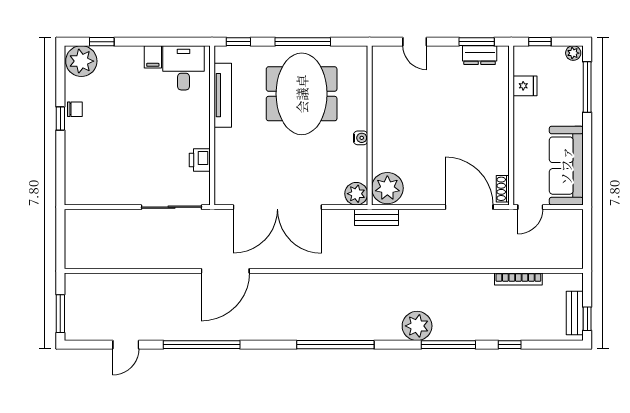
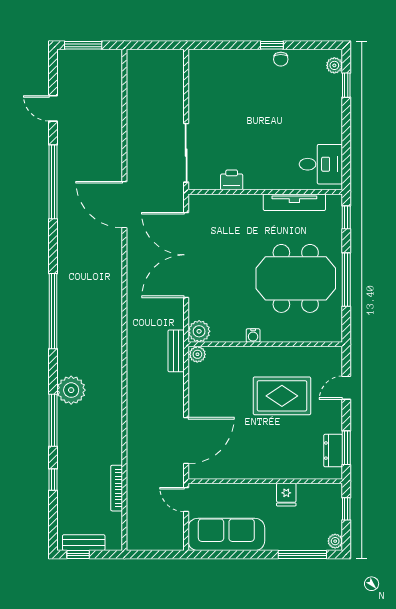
filing cabinet: (153, 57) -> (331, 134), removed
plant: (81, 61) -> (334, 65), width x0.53, depth x0.53
fridge: (525, 86) -> (286, 495), moved
rug: (423, 108) -> (282, 396), added
plant: (387, 188) -> (197, 354), width x0.53, depth x0.53
shoe rack: (503, 189) -> (204, 473), removed

